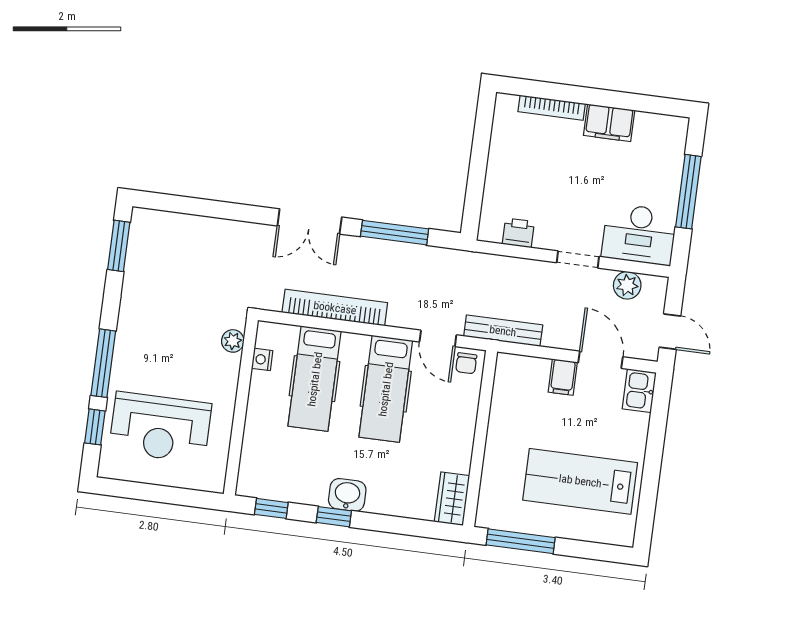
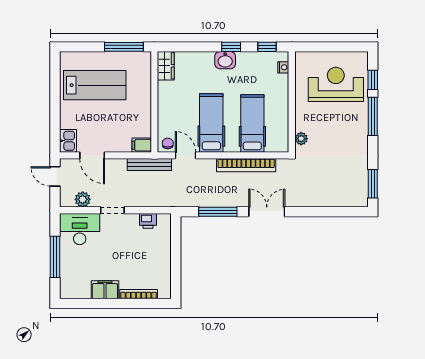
nightstand: (262, 359) -> (283, 67), moved
filing cabinet: (563, 377) -> (142, 145), moved, turned -90

